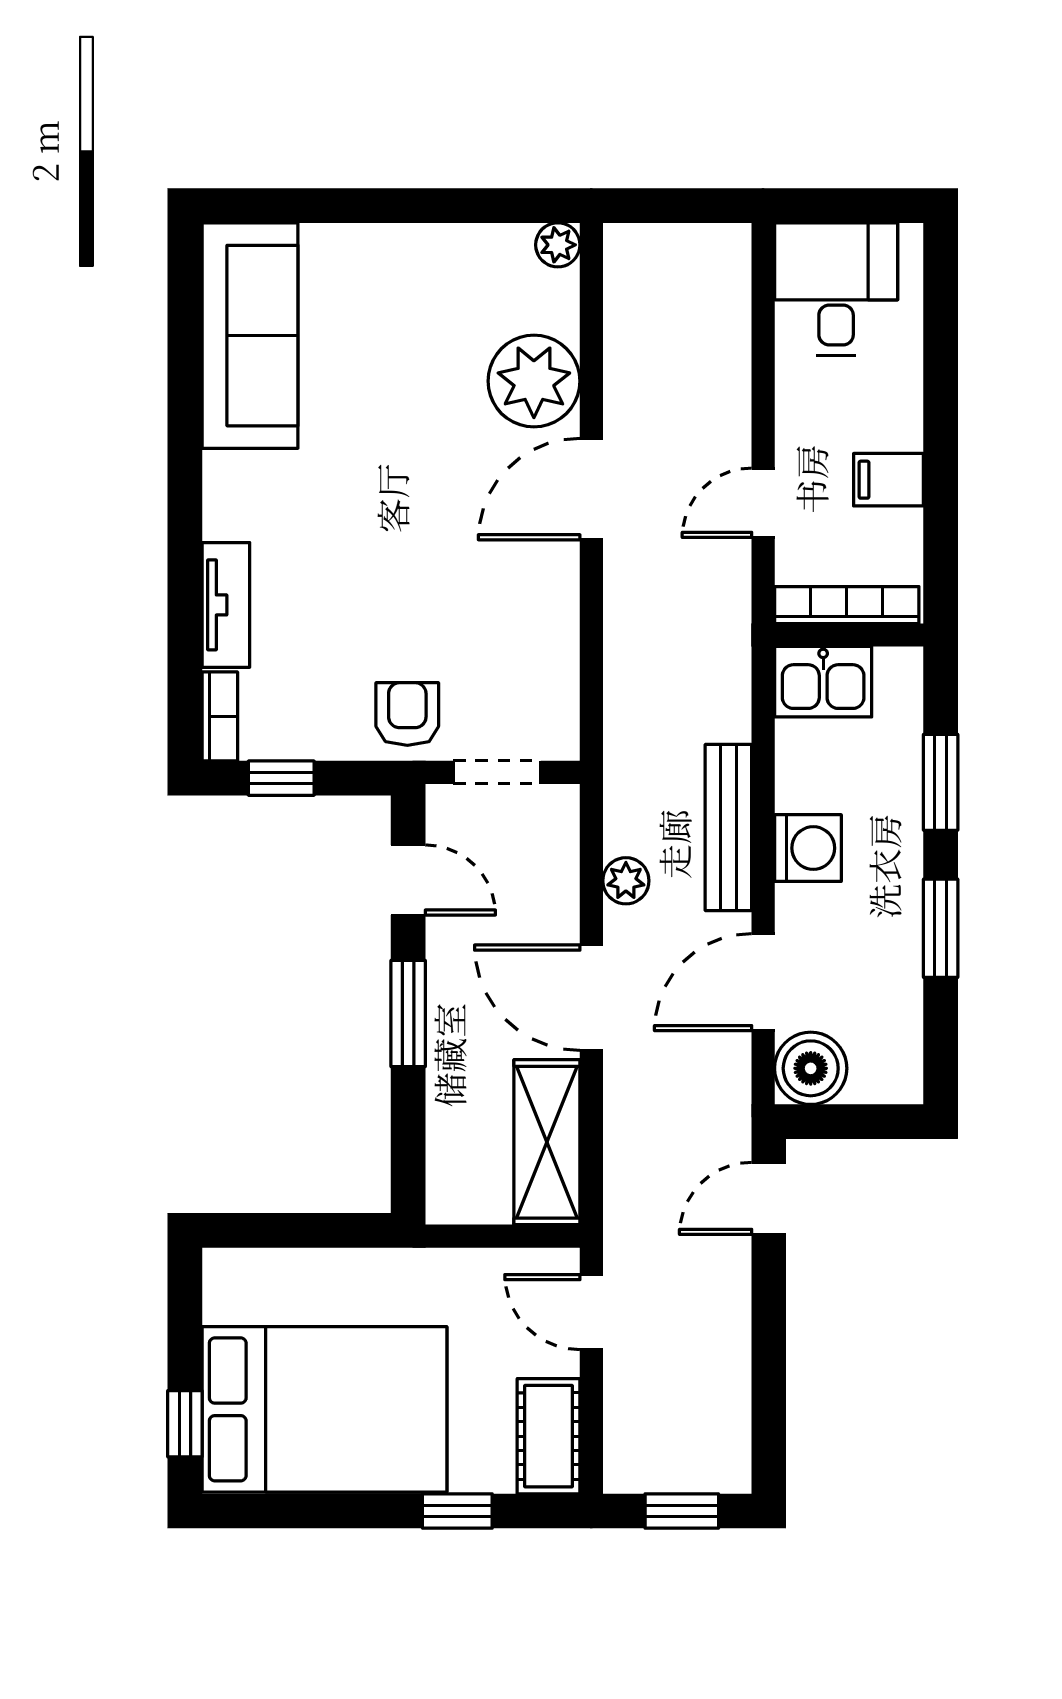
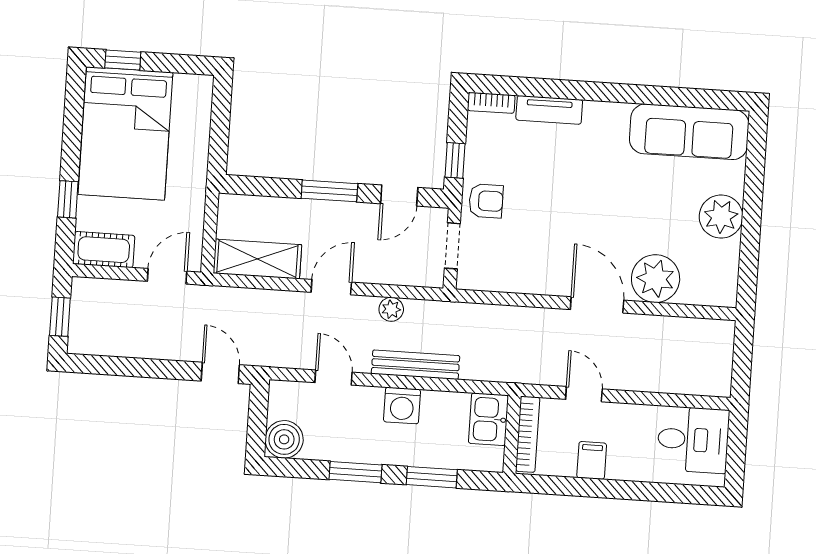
plant: (558, 245) -> (721, 217), moved, width x1.88, depth x1.88
window: (281, 778) -> (455, 160), moved
door: (763, 982) -> (333, 377), width x0.73
door: (591, 998) -> (331, 287), width x0.73
boiler: (811, 1068) -> (284, 439), moved

